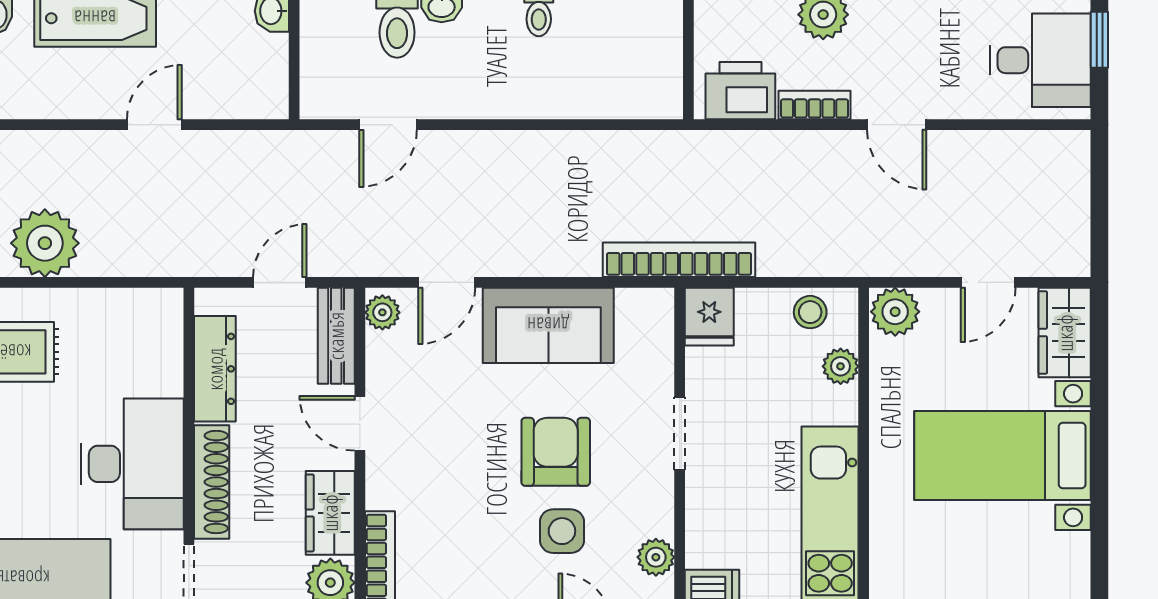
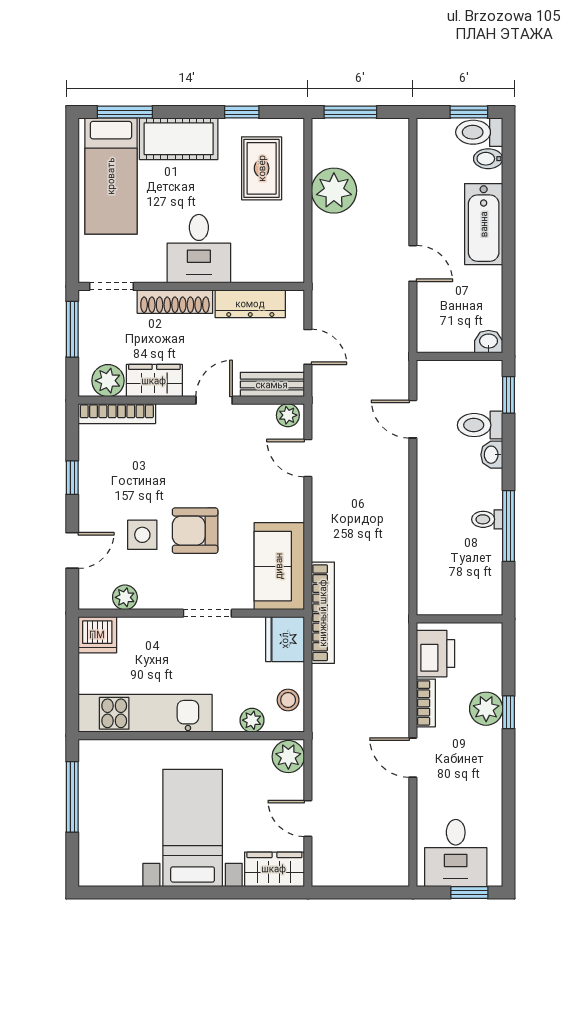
door: (897, 125) -> (413, 758), hinge flipped
fridge: (709, 317) -> (285, 639), width x1.38
sofa: (548, 325) -> (279, 566), moved
armchair: (556, 452) -> (195, 531), turned 180
desk: (132, 464) -> (199, 249), width x0.73

